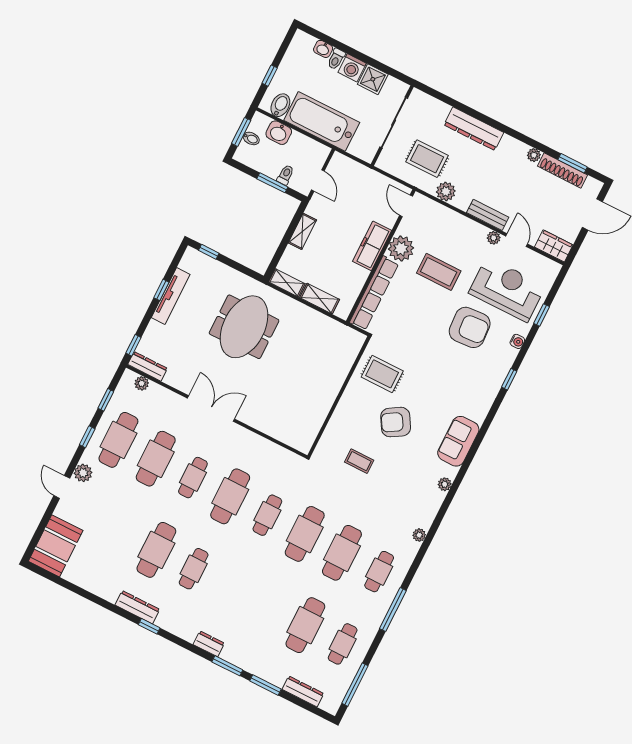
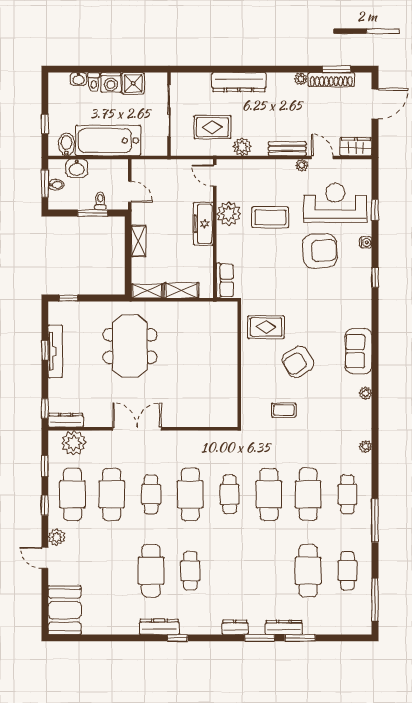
row of seats: (374, 293) -> (225, 280), width x0.50
plant: (142, 383) -> (74, 443), width x1.87, depth x1.87
dresser: (303, 691) -> (284, 627), moved

